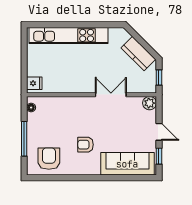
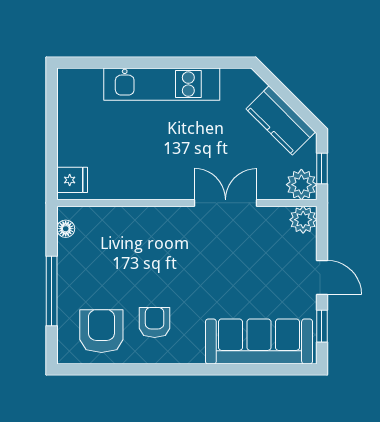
kitchen unit: (69, 35) -> (162, 84), width x0.73
plant: (149, 86) -> (301, 185), added
armchair: (86, 145) -> (155, 322), moved, turned 90

